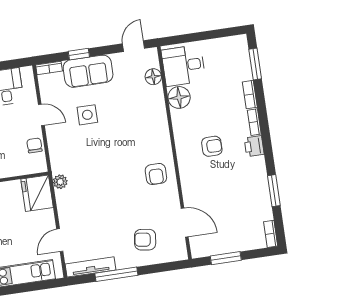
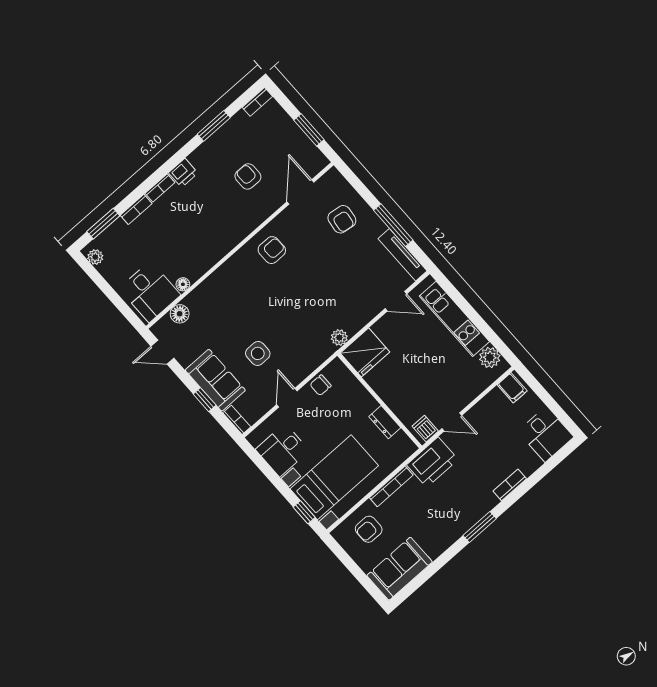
plant: (235, 42) -> (95, 257), added
floor lamp: (179, 97) -> (183, 284), width x0.53, depth x0.53
armchair: (212, 146) -> (248, 176), moved

